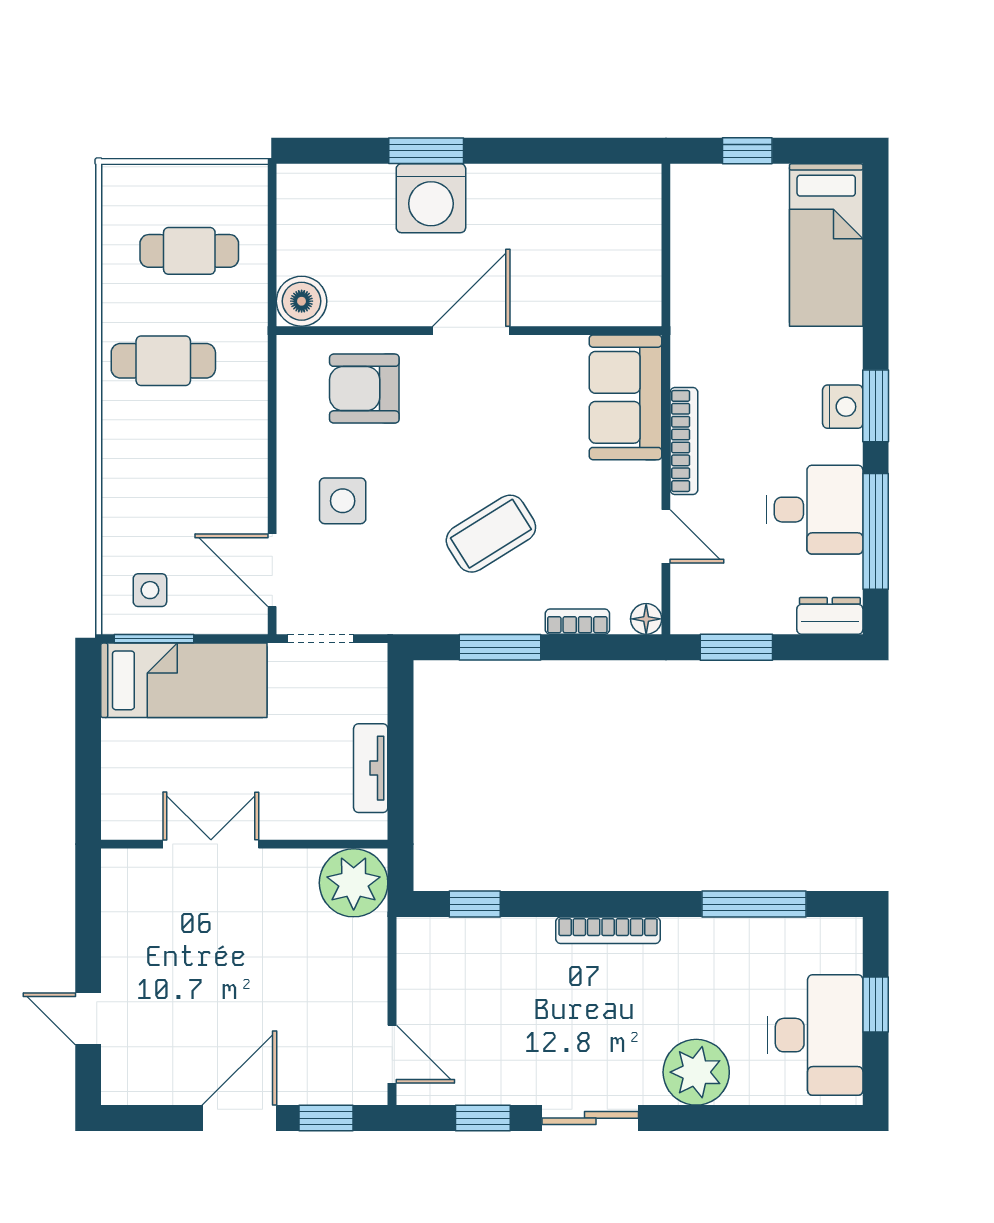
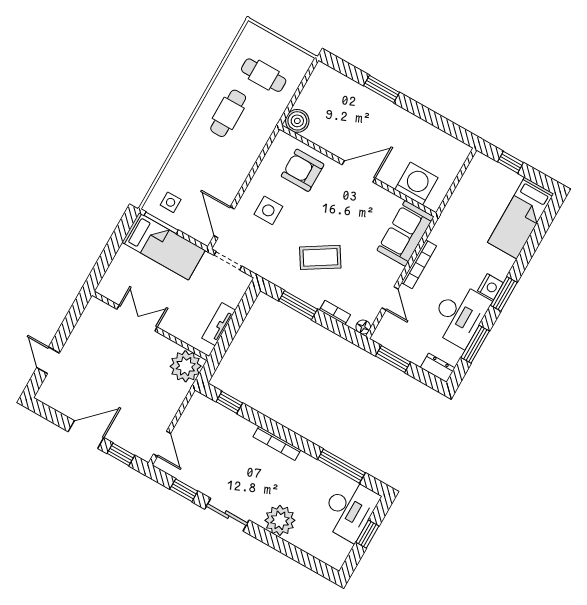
washing machine: (431, 198) -> (416, 184), moved, turned 180
cafe table: (163, 361) -> (228, 113), turned 90
desk: (815, 510) -> (460, 315), width x1.37
window: (876, 531) -> (475, 344), width x0.69
desk: (815, 1035) -> (349, 509), moved

